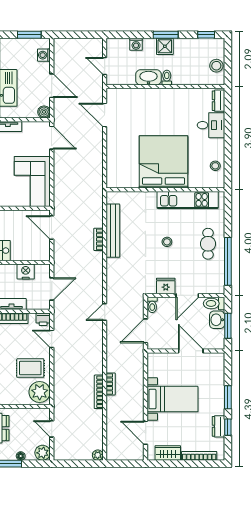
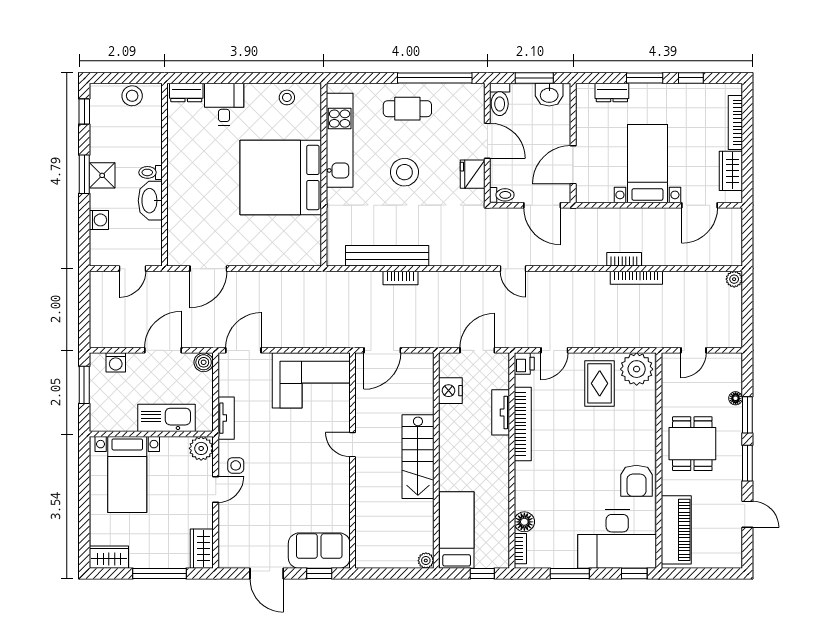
stool: (167, 242) -> (404, 172), width x1.89, depth x1.89
door: (52, 289) -> (477, 350), hinge flipped
washbasin: (217, 320) -> (549, 95), moved
door: (191, 351) -> (573, 165), moved
dresser: (218, 426) -> (612, 92), moved
plant: (43, 453) -> (730, 364), removed

